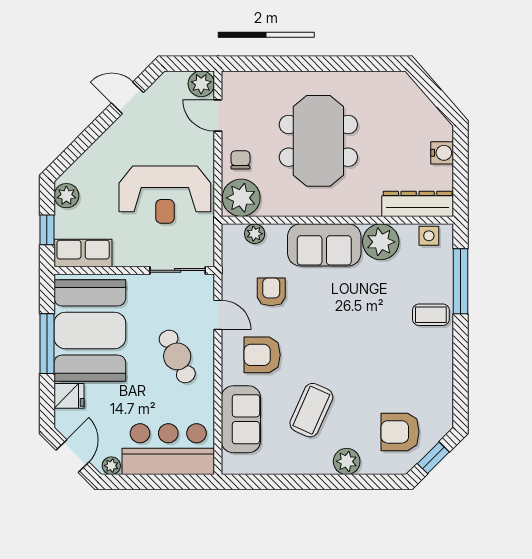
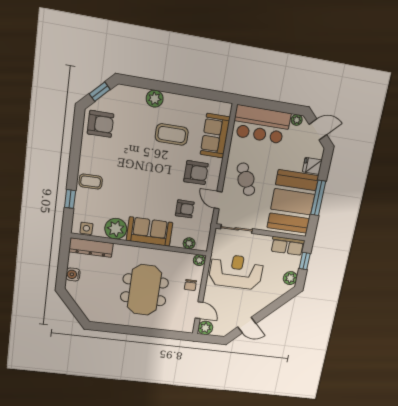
plant: (241, 198) -> (199, 260), width x0.53, depth x0.53
window: (460, 281) -> (70, 199), width x0.46
armchair: (271, 292) -> (185, 209), turned -90
coffee table: (311, 410) -> (172, 134), turned 66
armchair: (400, 432) -> (101, 124), moved
door: (73, 456) -> (318, 130), swing flipped

